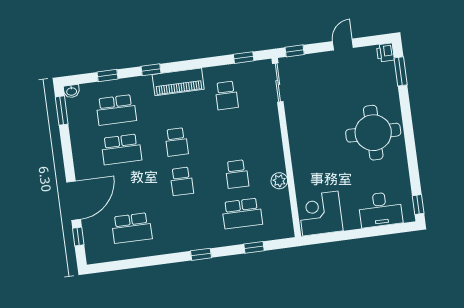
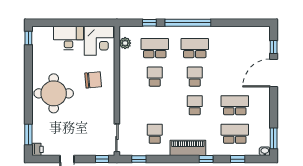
chair: (321, 158) -> (93, 80), added
plant: (279, 181) -> (125, 43), moved
desk: (380, 209) -> (69, 38), moved
school desk: (132, 228) -> (195, 48), moved
window: (201, 254) -> (188, 23), width x3.17

